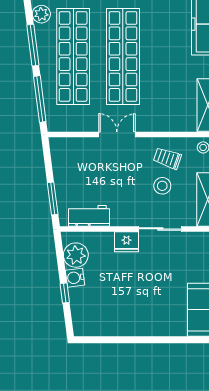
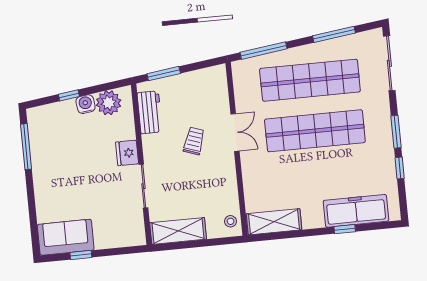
plant: (41, 14) -> (350, 44), removed
window: (33, 45) -> (334, 34), moved
trolley: (167, 158) -> (194, 141), moved
stool: (162, 186) -> (187, 184), removed
window: (111, 340) -> (26, 147), added

